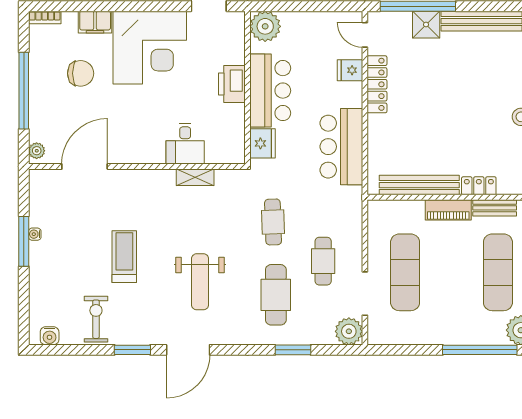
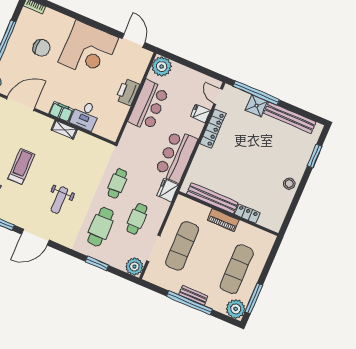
filing cabinet: (95, 22) -> (61, 112), moved, turned 180
fridge: (262, 143) -> (168, 190), moved, turned 180
shelving: (195, 177) -> (64, 130), moved
bench: (495, 208) -> (193, 295), moved
weight bench: (200, 282) -> (59, 200), width x0.73, depth x0.75
window: (480, 350) -> (189, 303), moved

